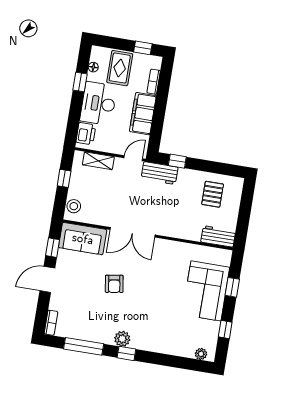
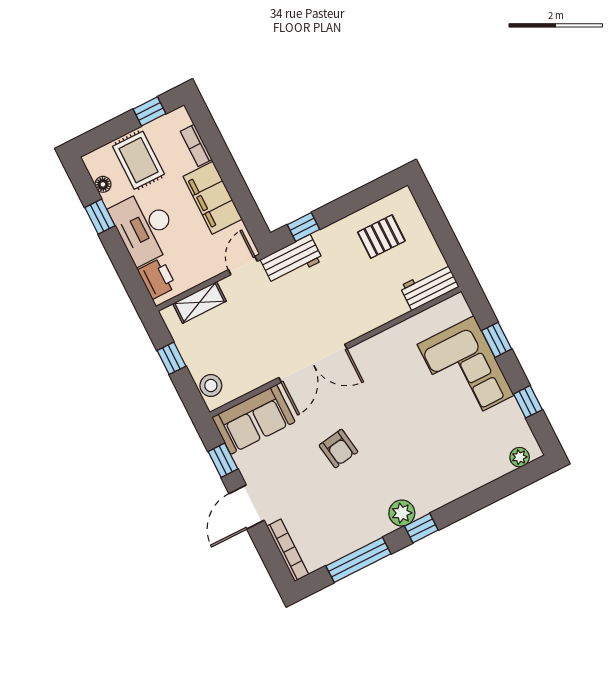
pallet: (213, 194) -> (381, 237), turned 90
bookcase: (51, 323) -> (288, 550), width x1.56

